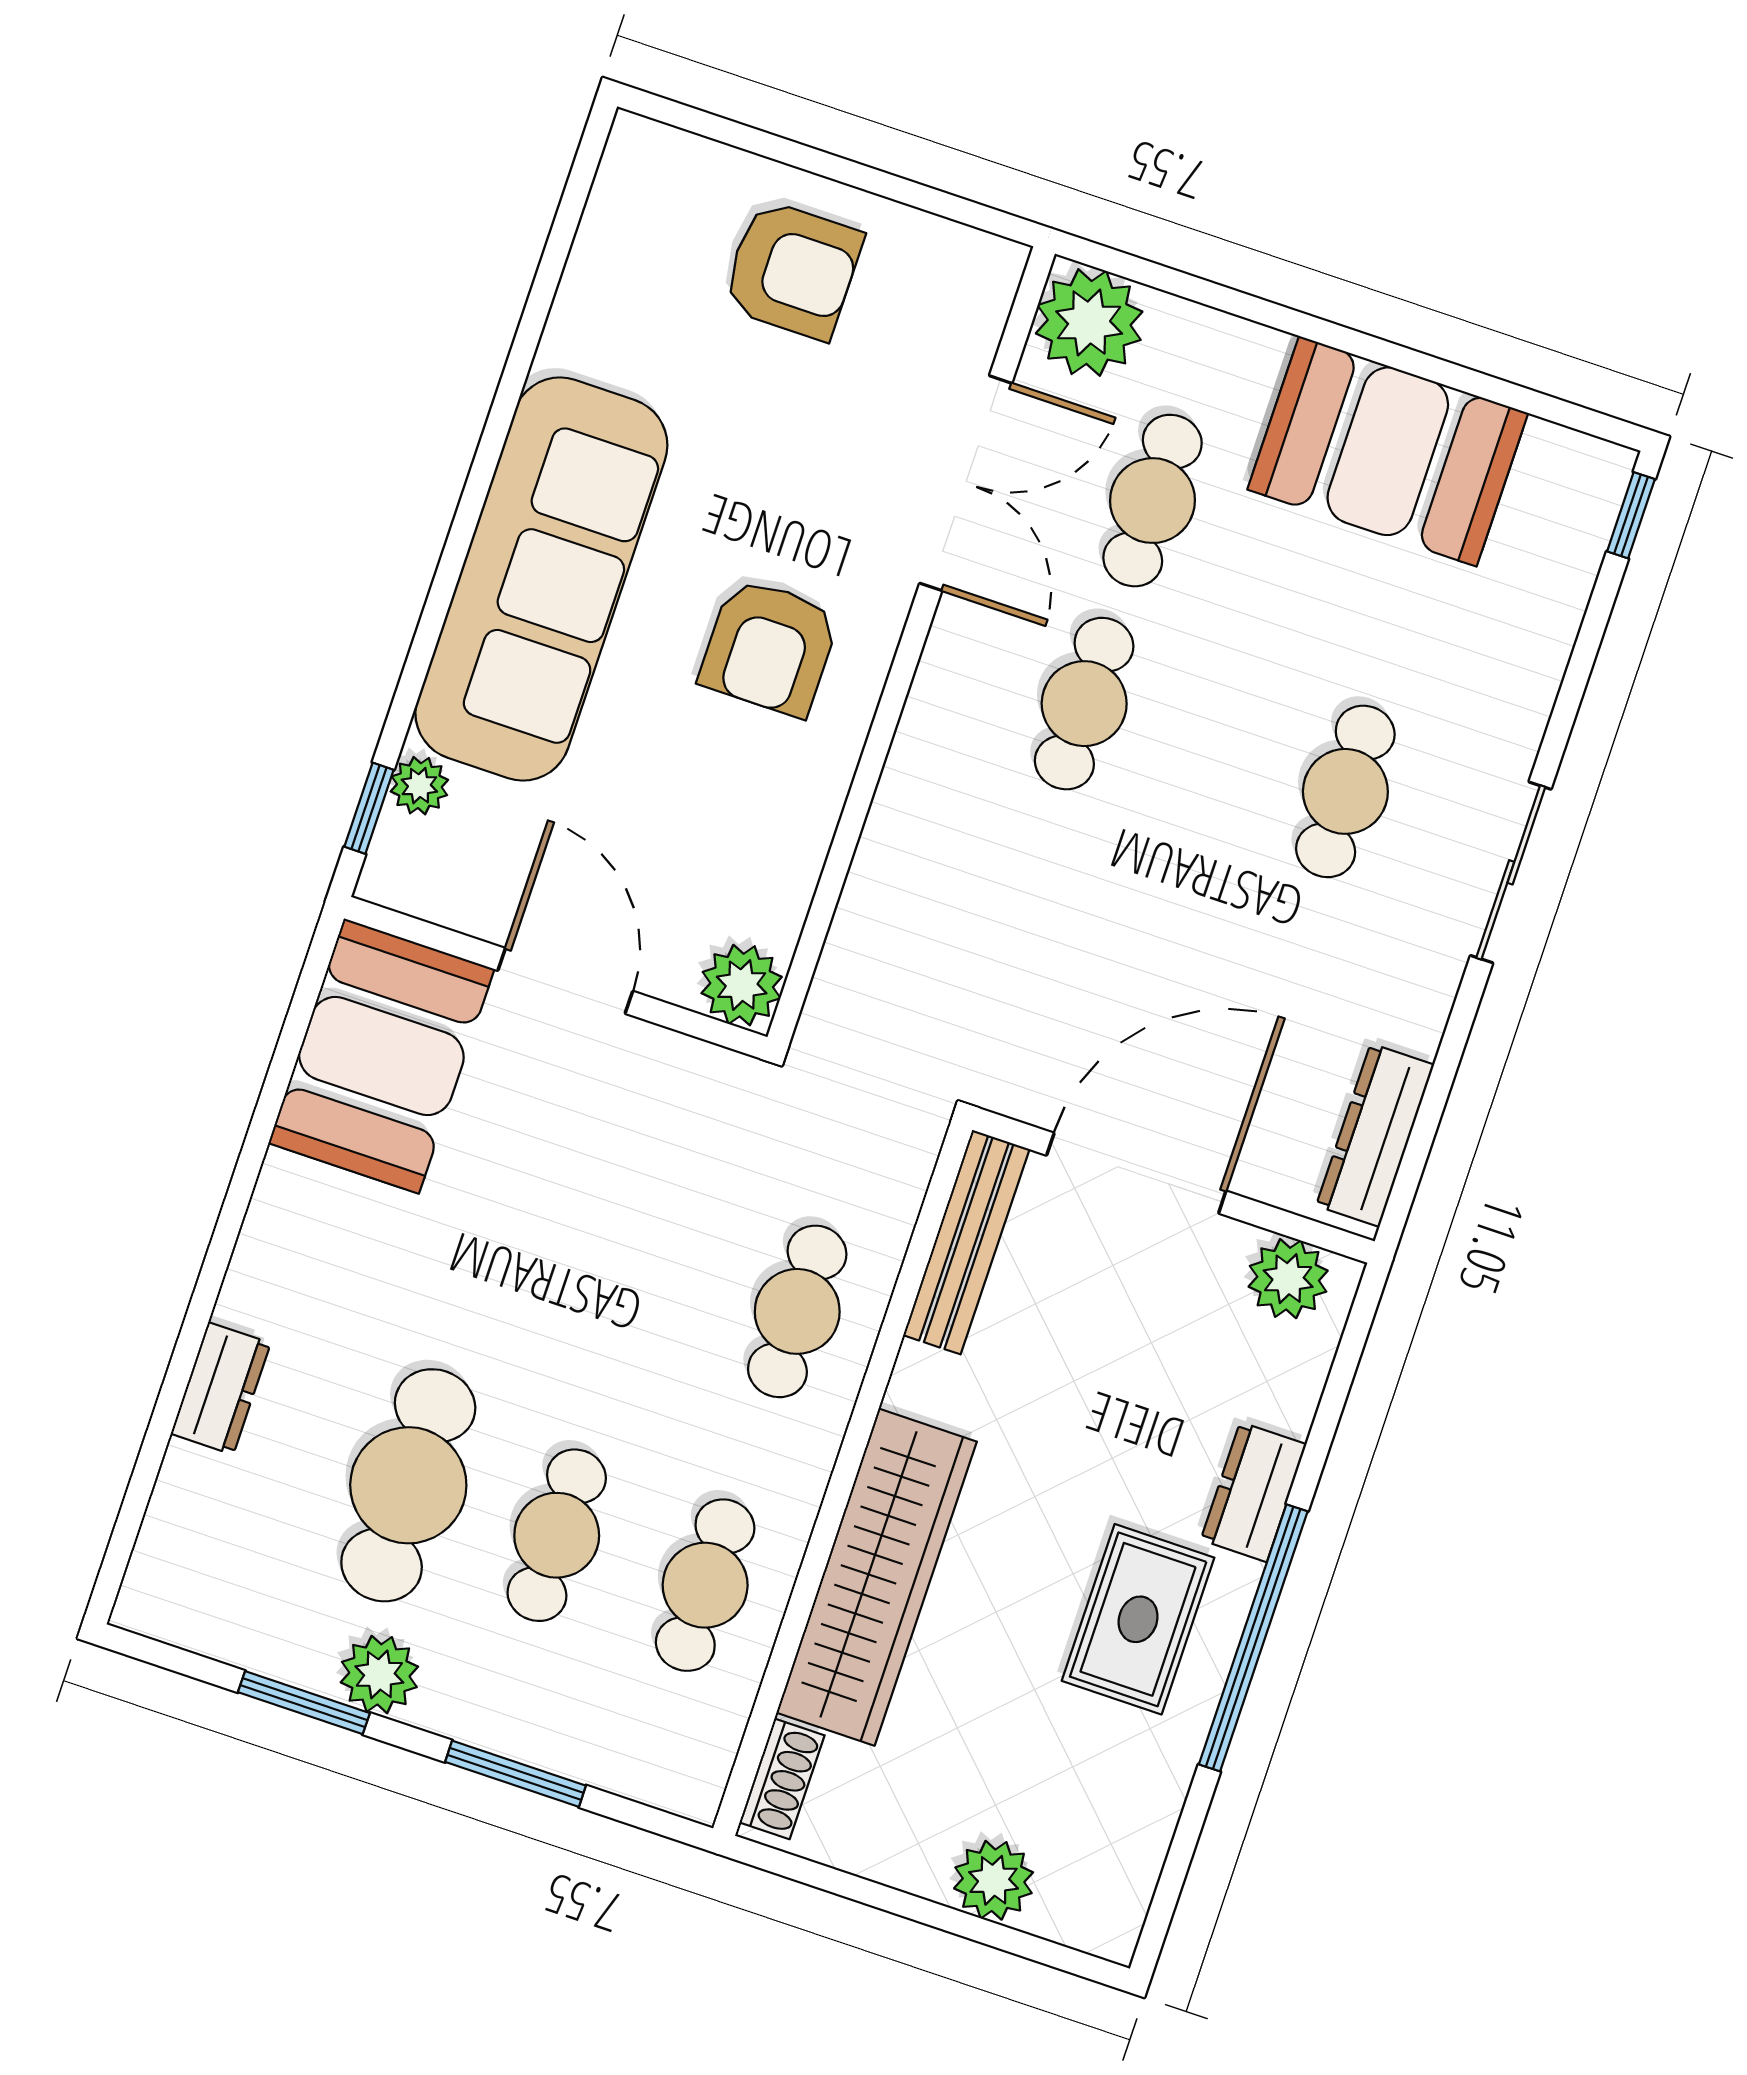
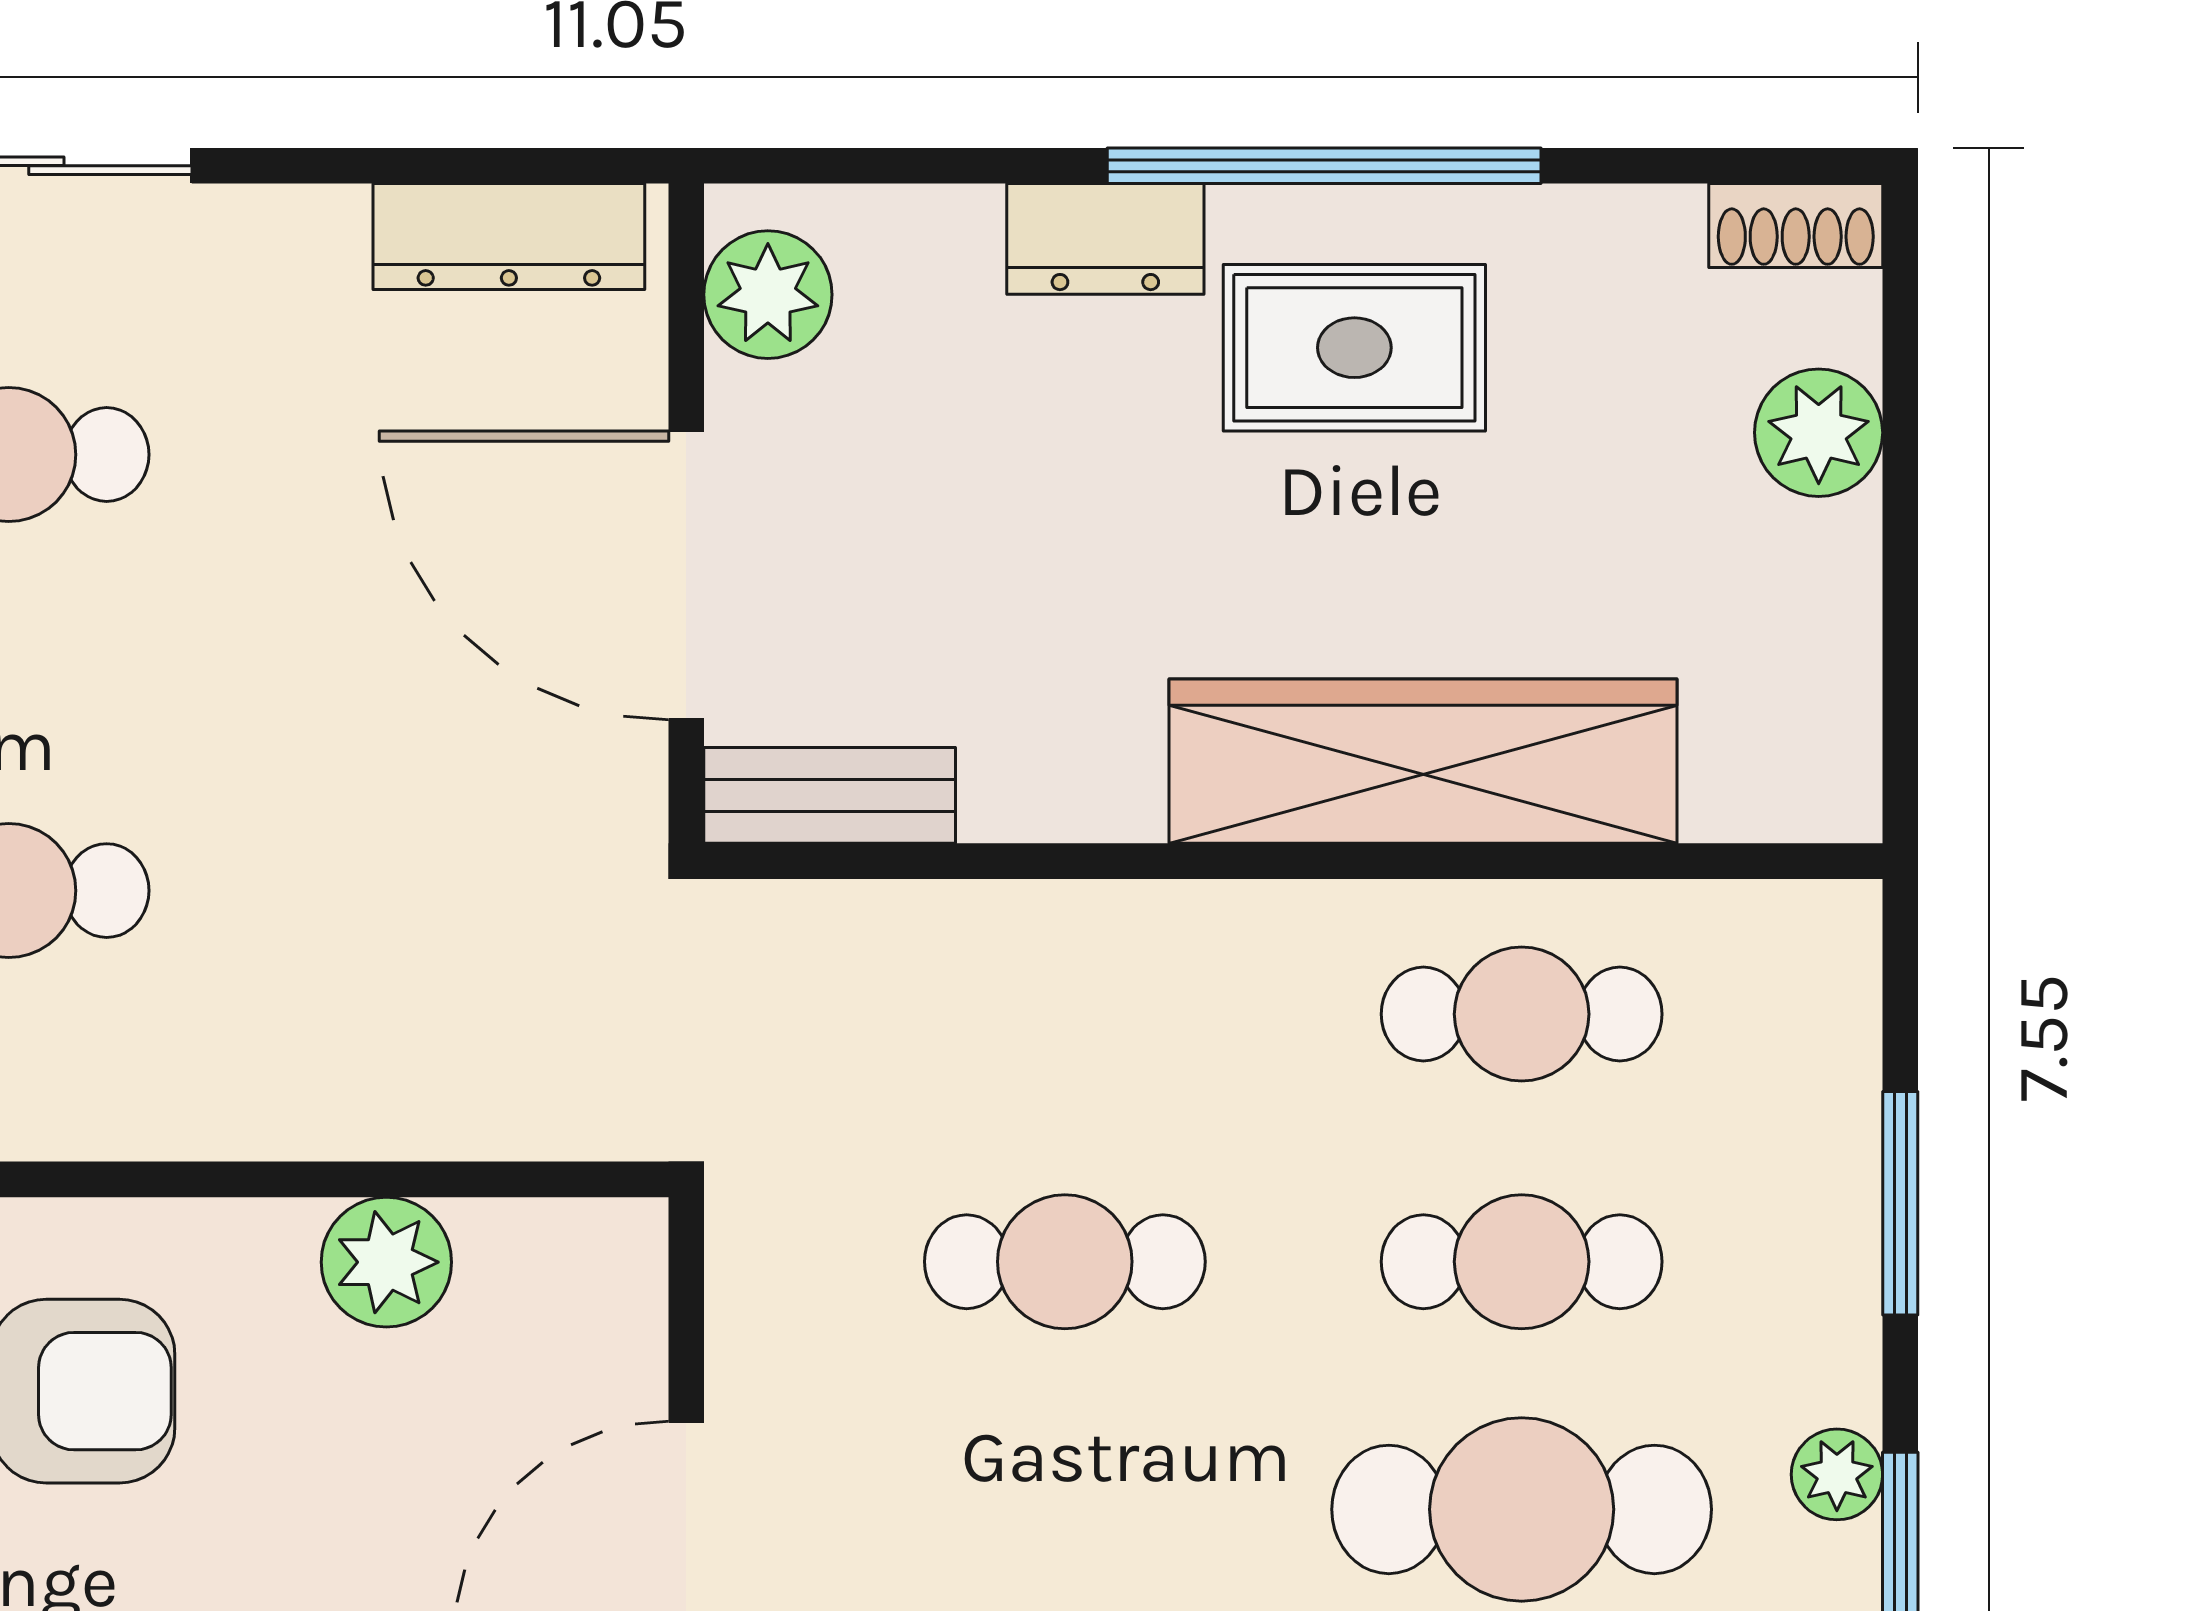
plant: (742, 985) -> (386, 1262), moved
bench: (966, 1242) -> (830, 795), width x0.73
cafe table: (797, 1311) -> (1065, 1262), moved
plant: (379, 1674) -> (1837, 1474), width x0.73, depth x0.73
shoe rack: (782, 1779) -> (1796, 226), moved, turned 180

